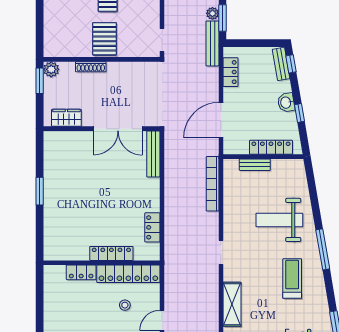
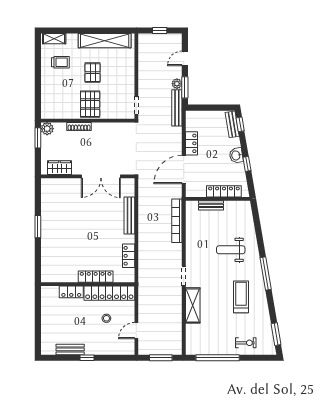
locker: (231, 72) -> (191, 143), moved
bench: (153, 154) -> (129, 216), moved
weight bench: (279, 220) -> (231, 250), width x0.73, depth x0.75
shelving: (232, 304) -> (193, 305), moved

